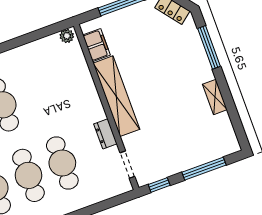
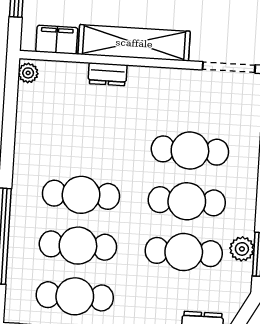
dresser: (105, 134) -> (108, 74), moved
doorway: (127, 165) -> (229, 67), width x1.38

